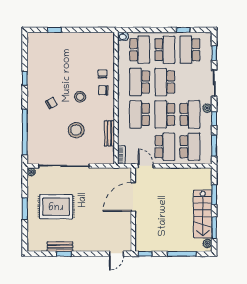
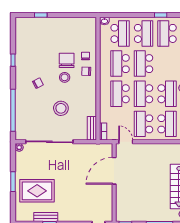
chair: (82, 79) -> (67, 60), added
bench: (109, 133) -> (92, 128), moved
school desk: (165, 147) -> (144, 124), turned 180
rug: (56, 207) -> (37, 191), moved

